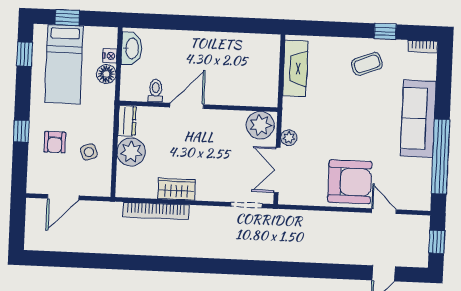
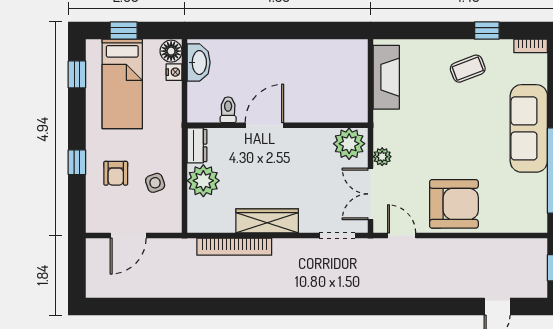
floor lamp: (106, 74) -> (171, 51), moved
wardrobe: (176, 189) -> (267, 221), width x1.50
door: (384, 211) -> (402, 236), moved

